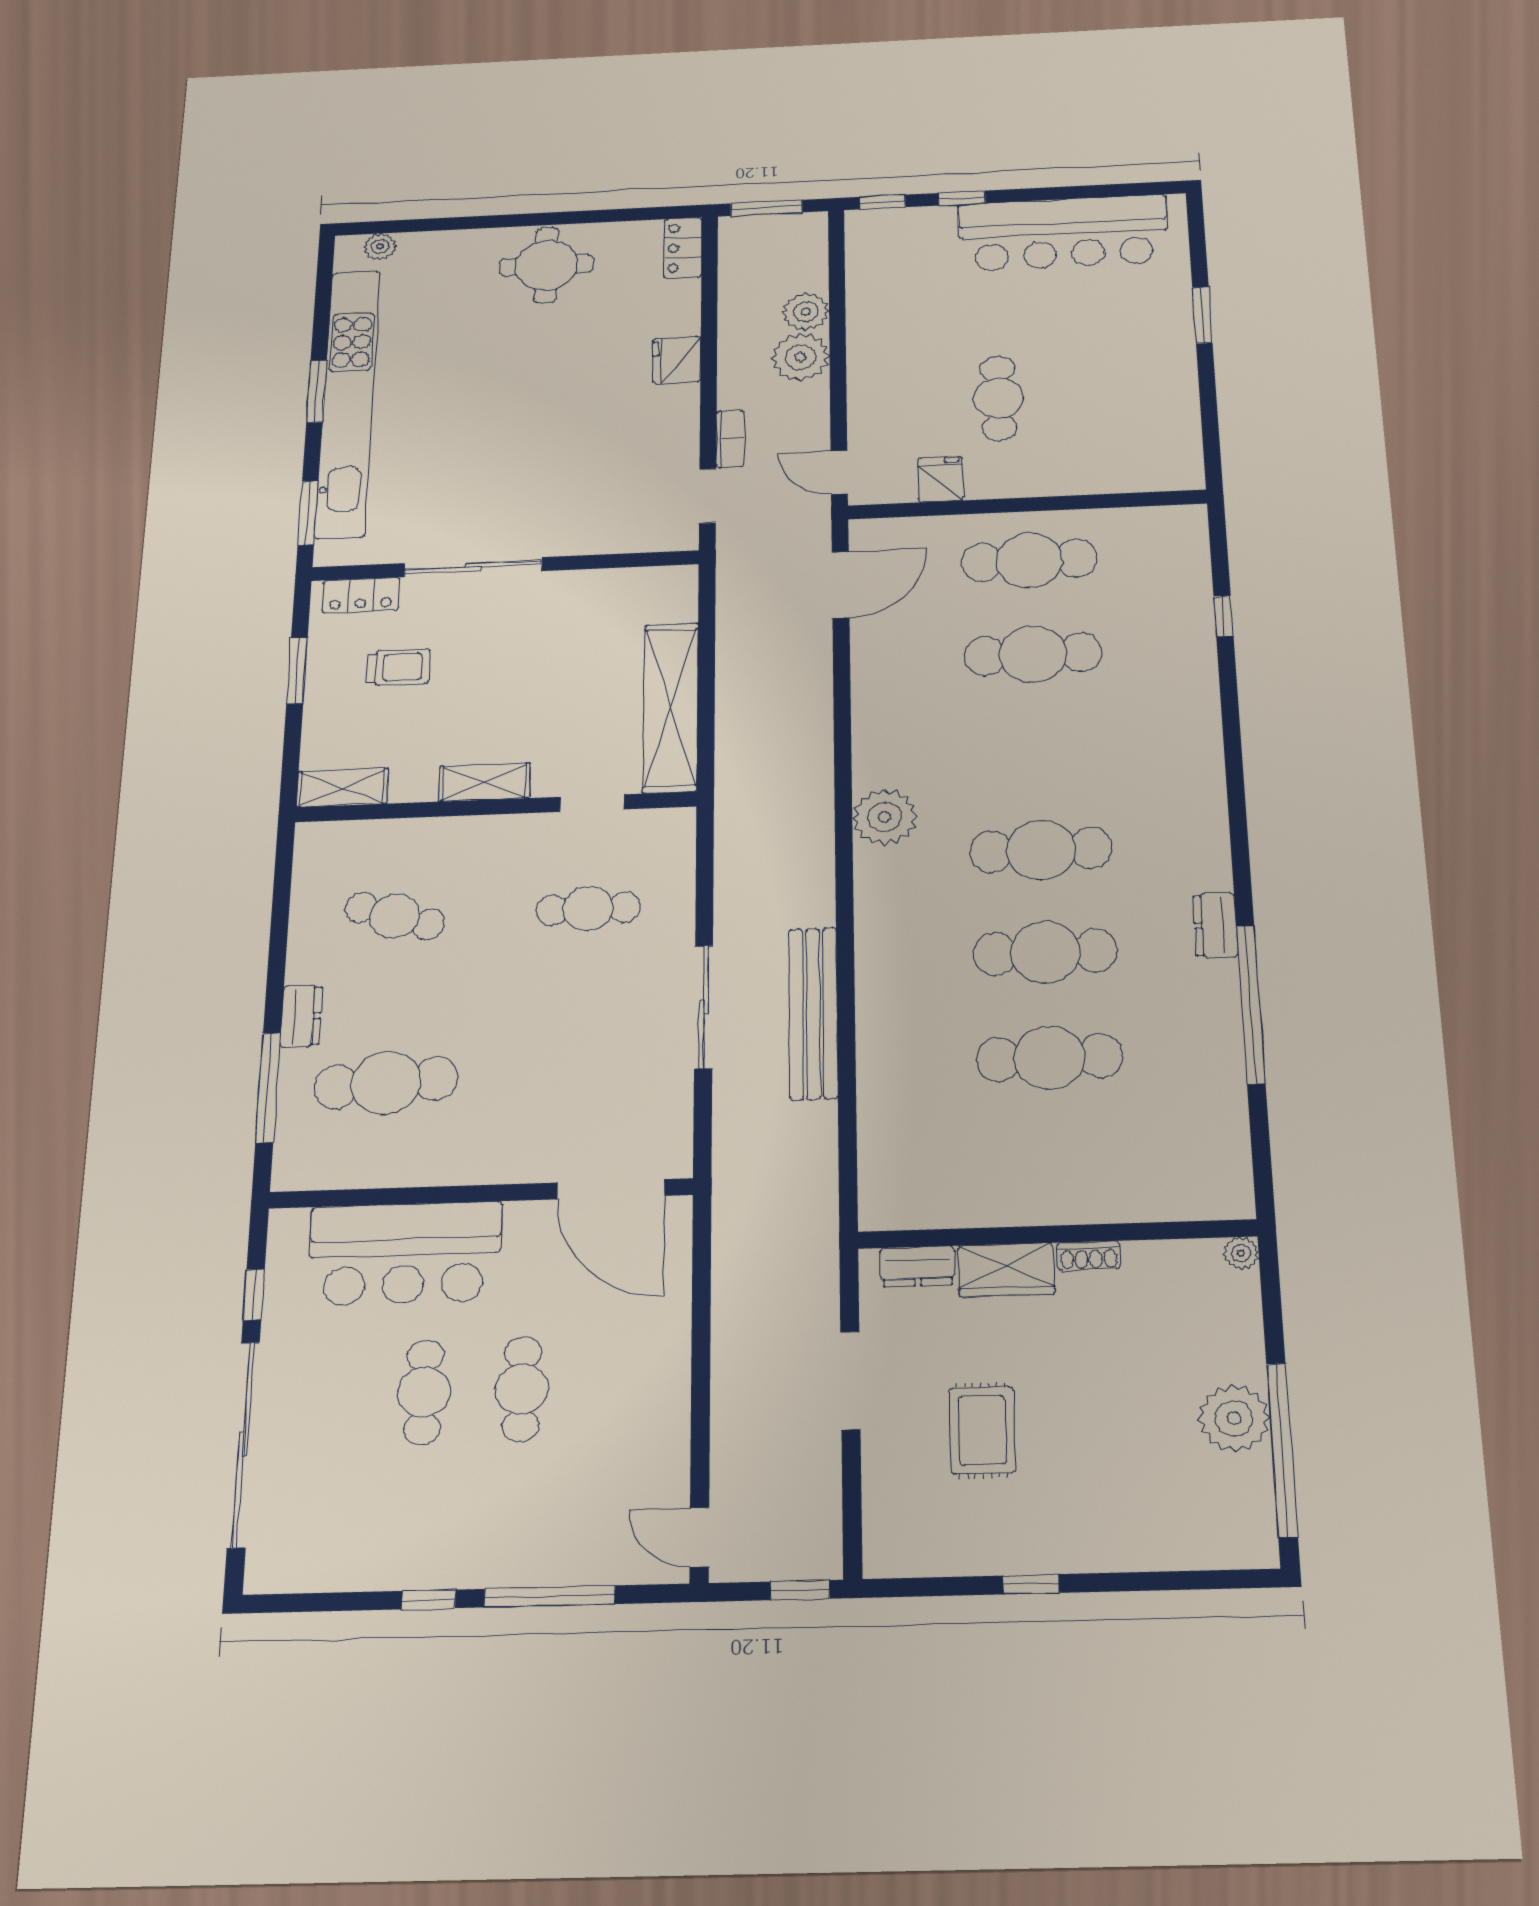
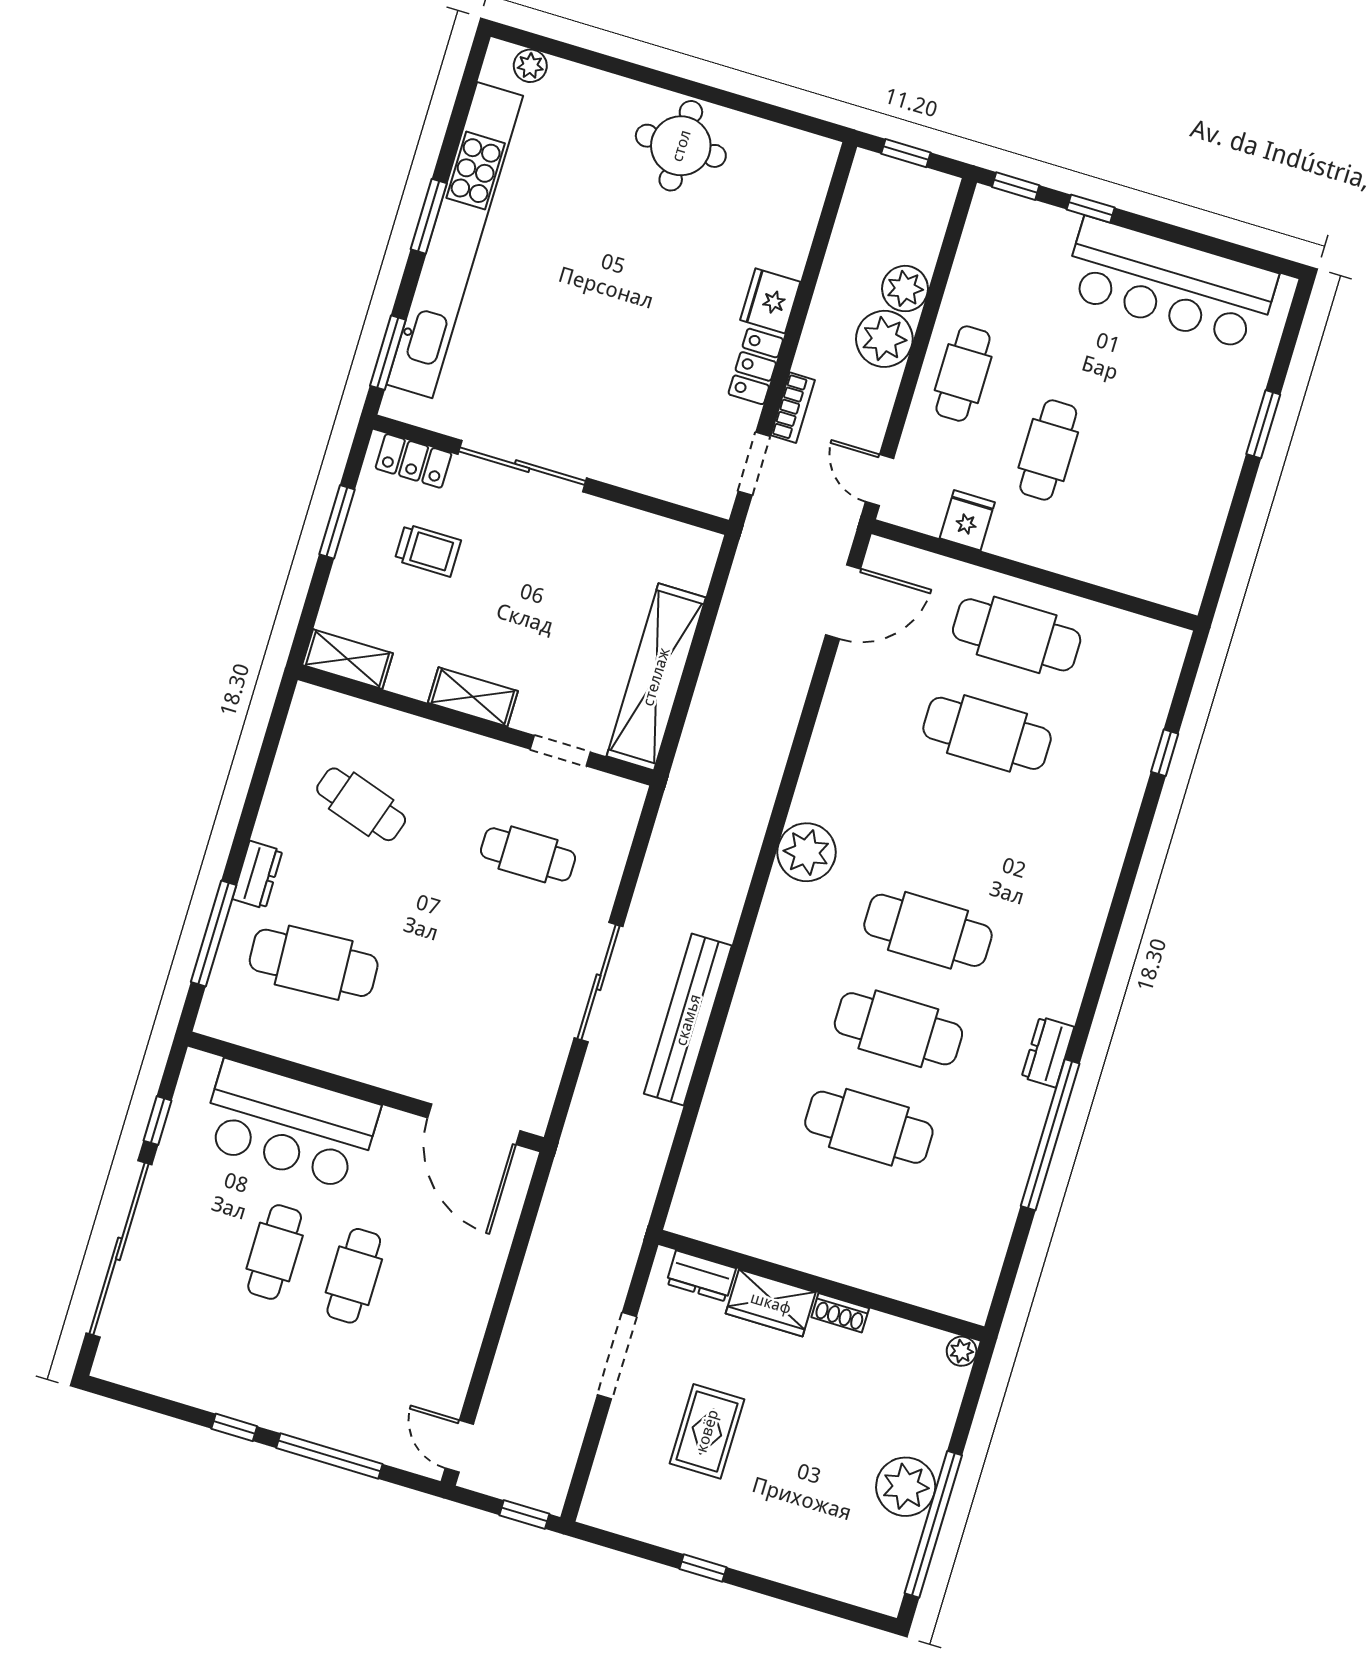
window: (767, 208) -> (906, 153), width x0.67
locker: (683, 248) -> (756, 366), moved
cafe table: (889, 362) -> (963, 374), added

